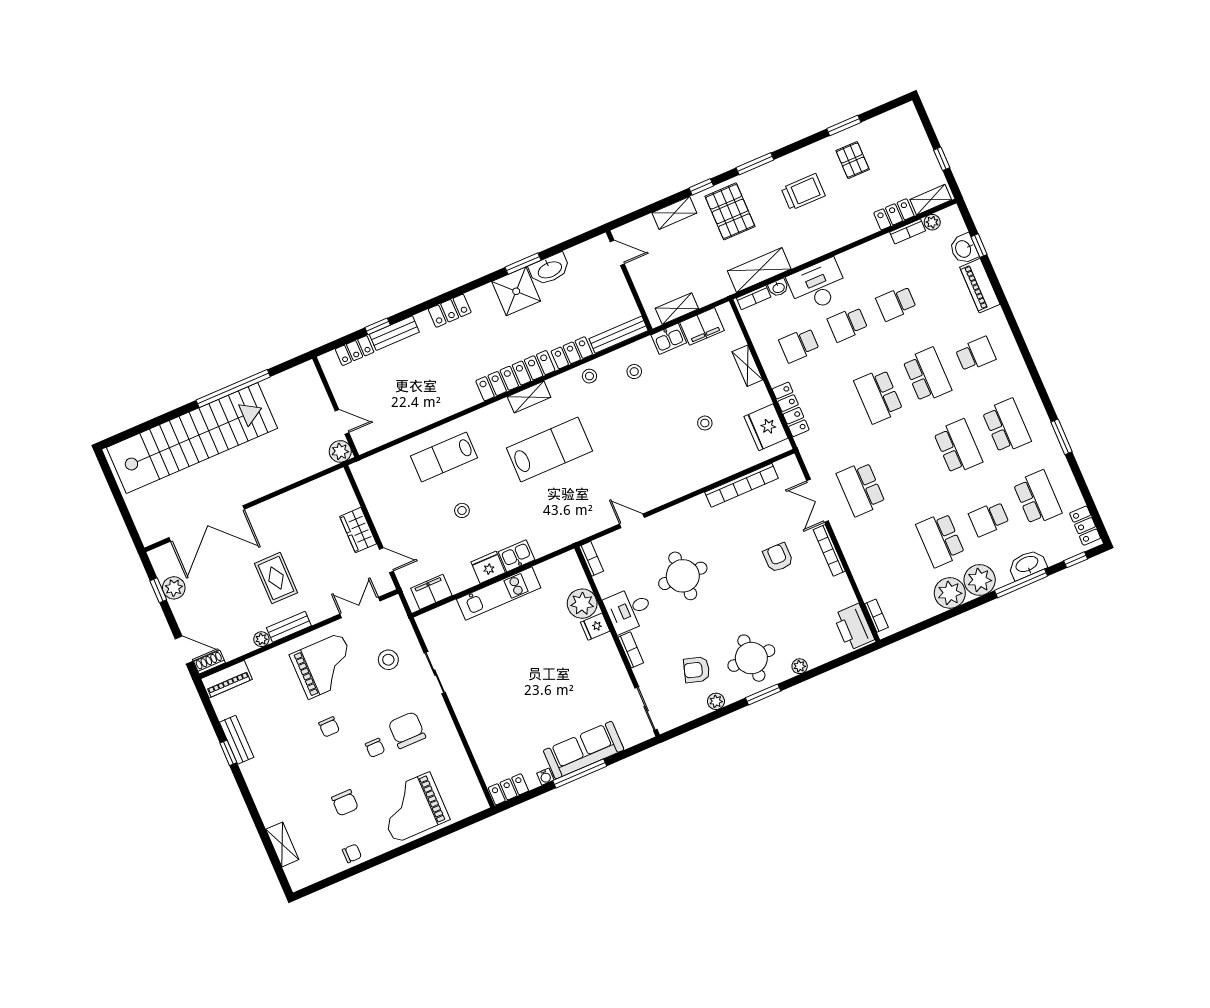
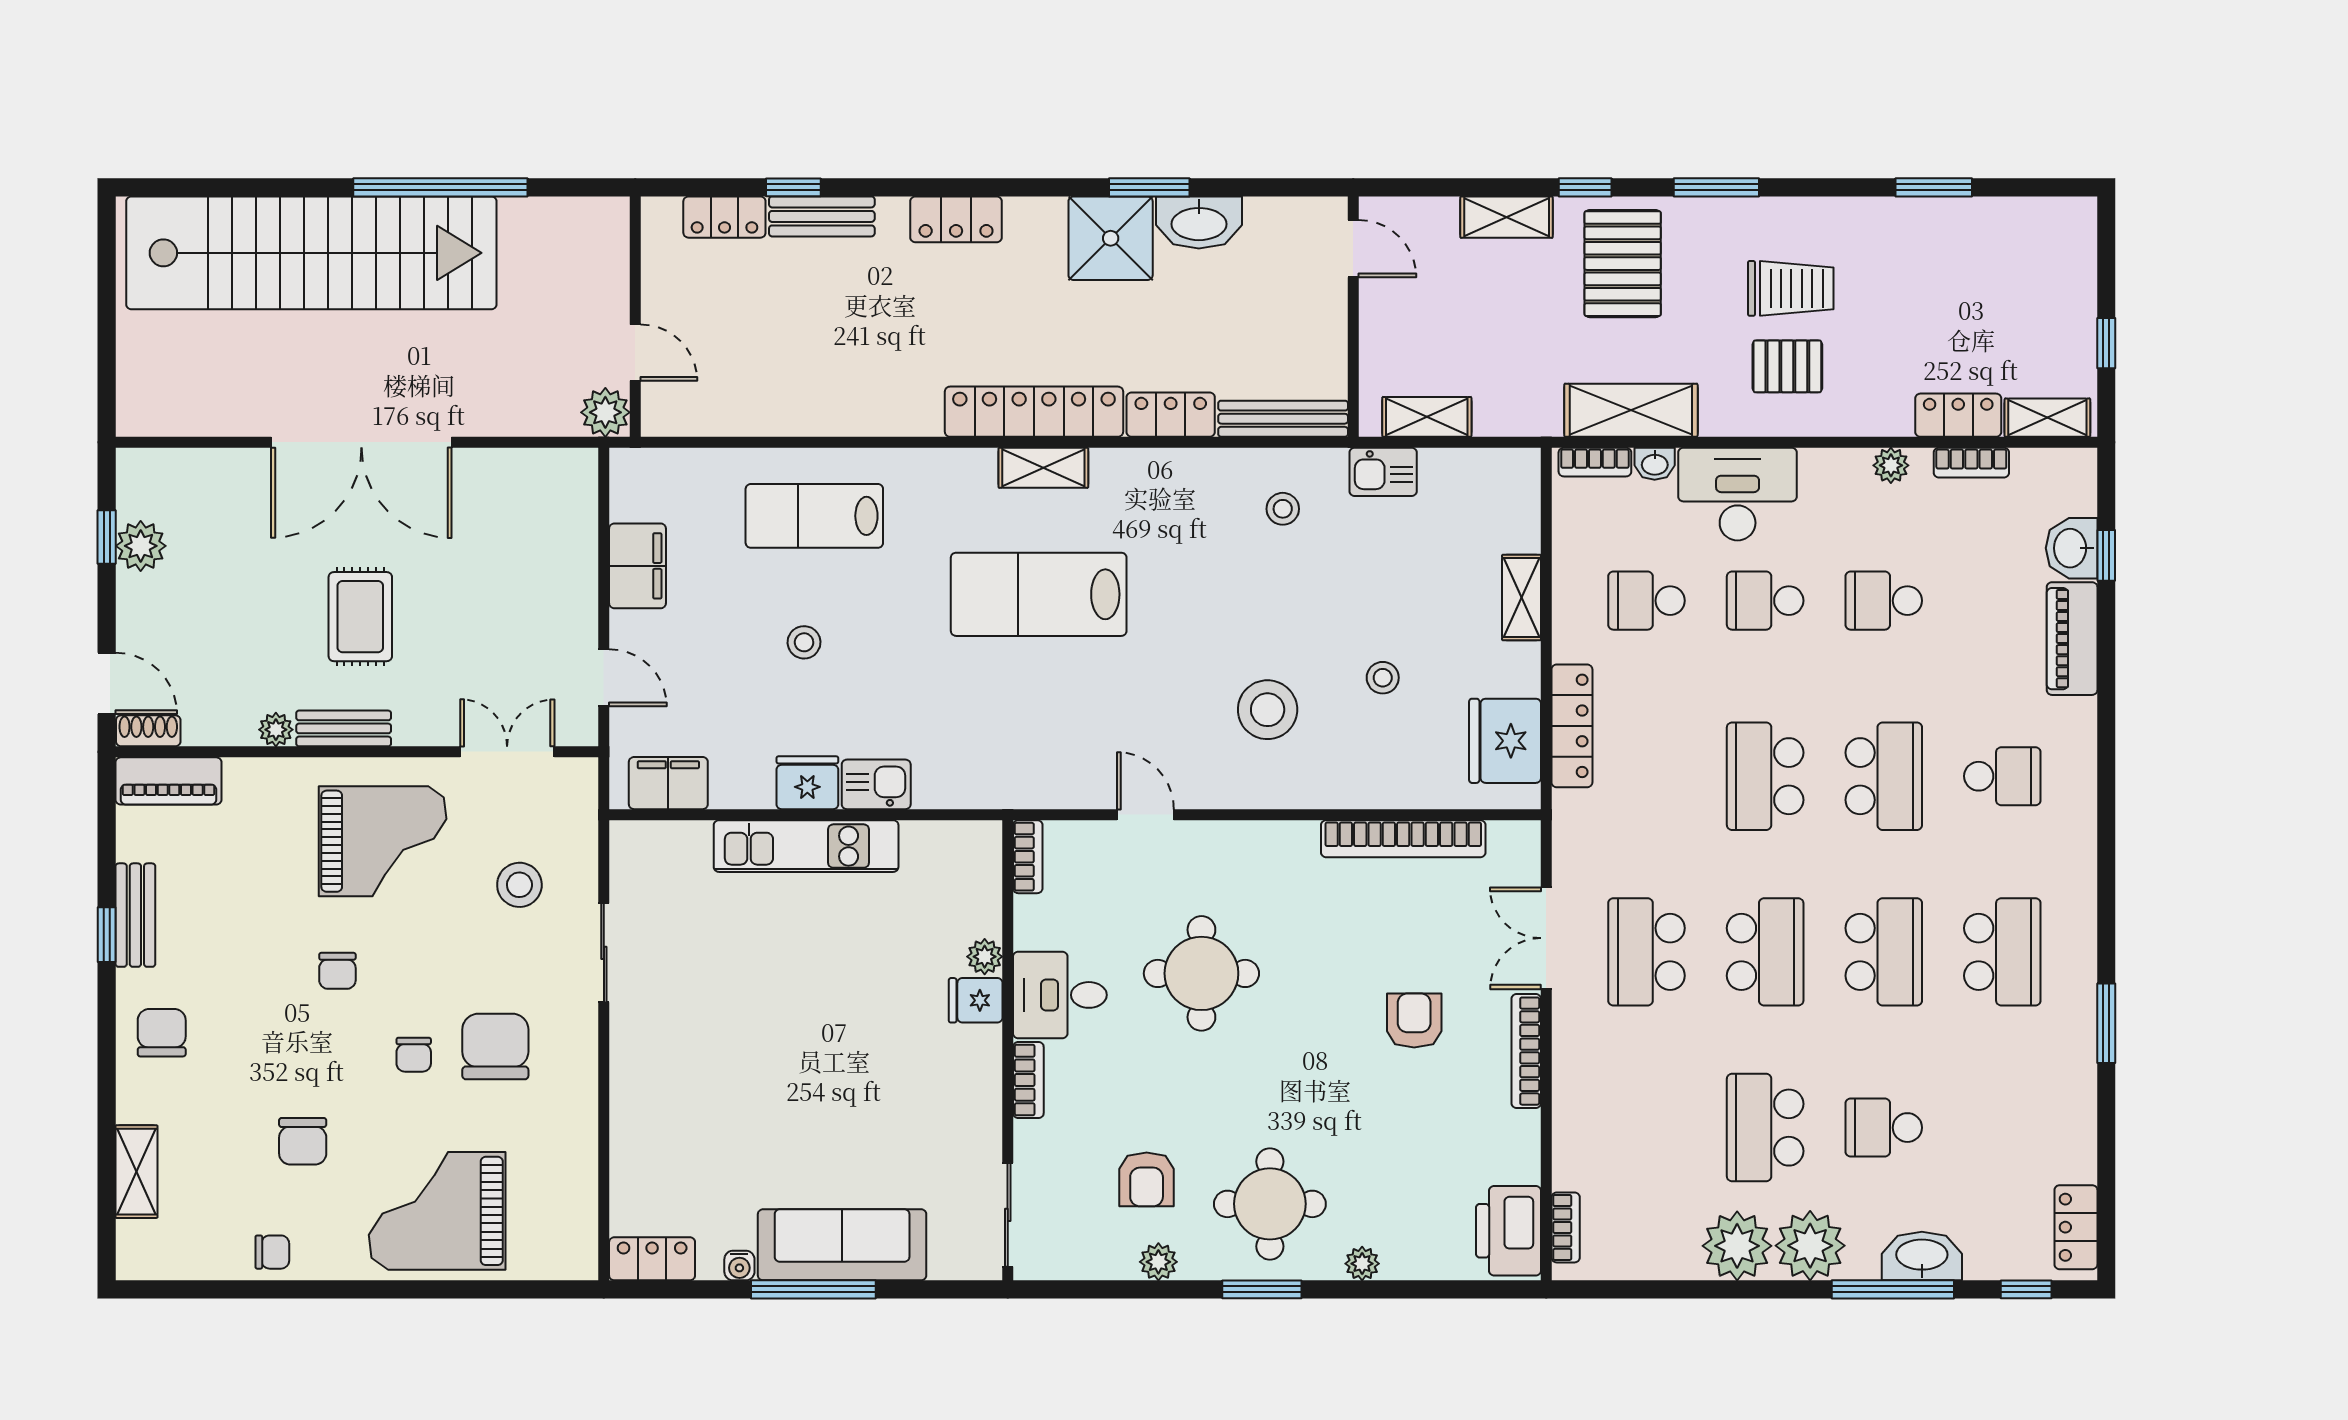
pallet: (853, 160) -> (1787, 366), moved, turned 90
plant: (932, 222) -> (1891, 465), moved
filing cabinet: (702, 326) -> (638, 566), moved, turned -90
stool: (589, 376) -> (1268, 710), moved, width x1.89, depth x1.89
lab bench: (549, 449) -> (1039, 594), turned 180
school desk: (1037, 498) -> (1765, 952), moved
double door: (207, 523) -> (361, 442), moved
wardrobe: (358, 530) -> (572, 591), removed
plant: (582, 604) -> (985, 957), width x0.53, depth x0.53
armchair: (697, 670) -> (1147, 1179), turned -107
chair: (268, 783) -> (162, 1033), added

